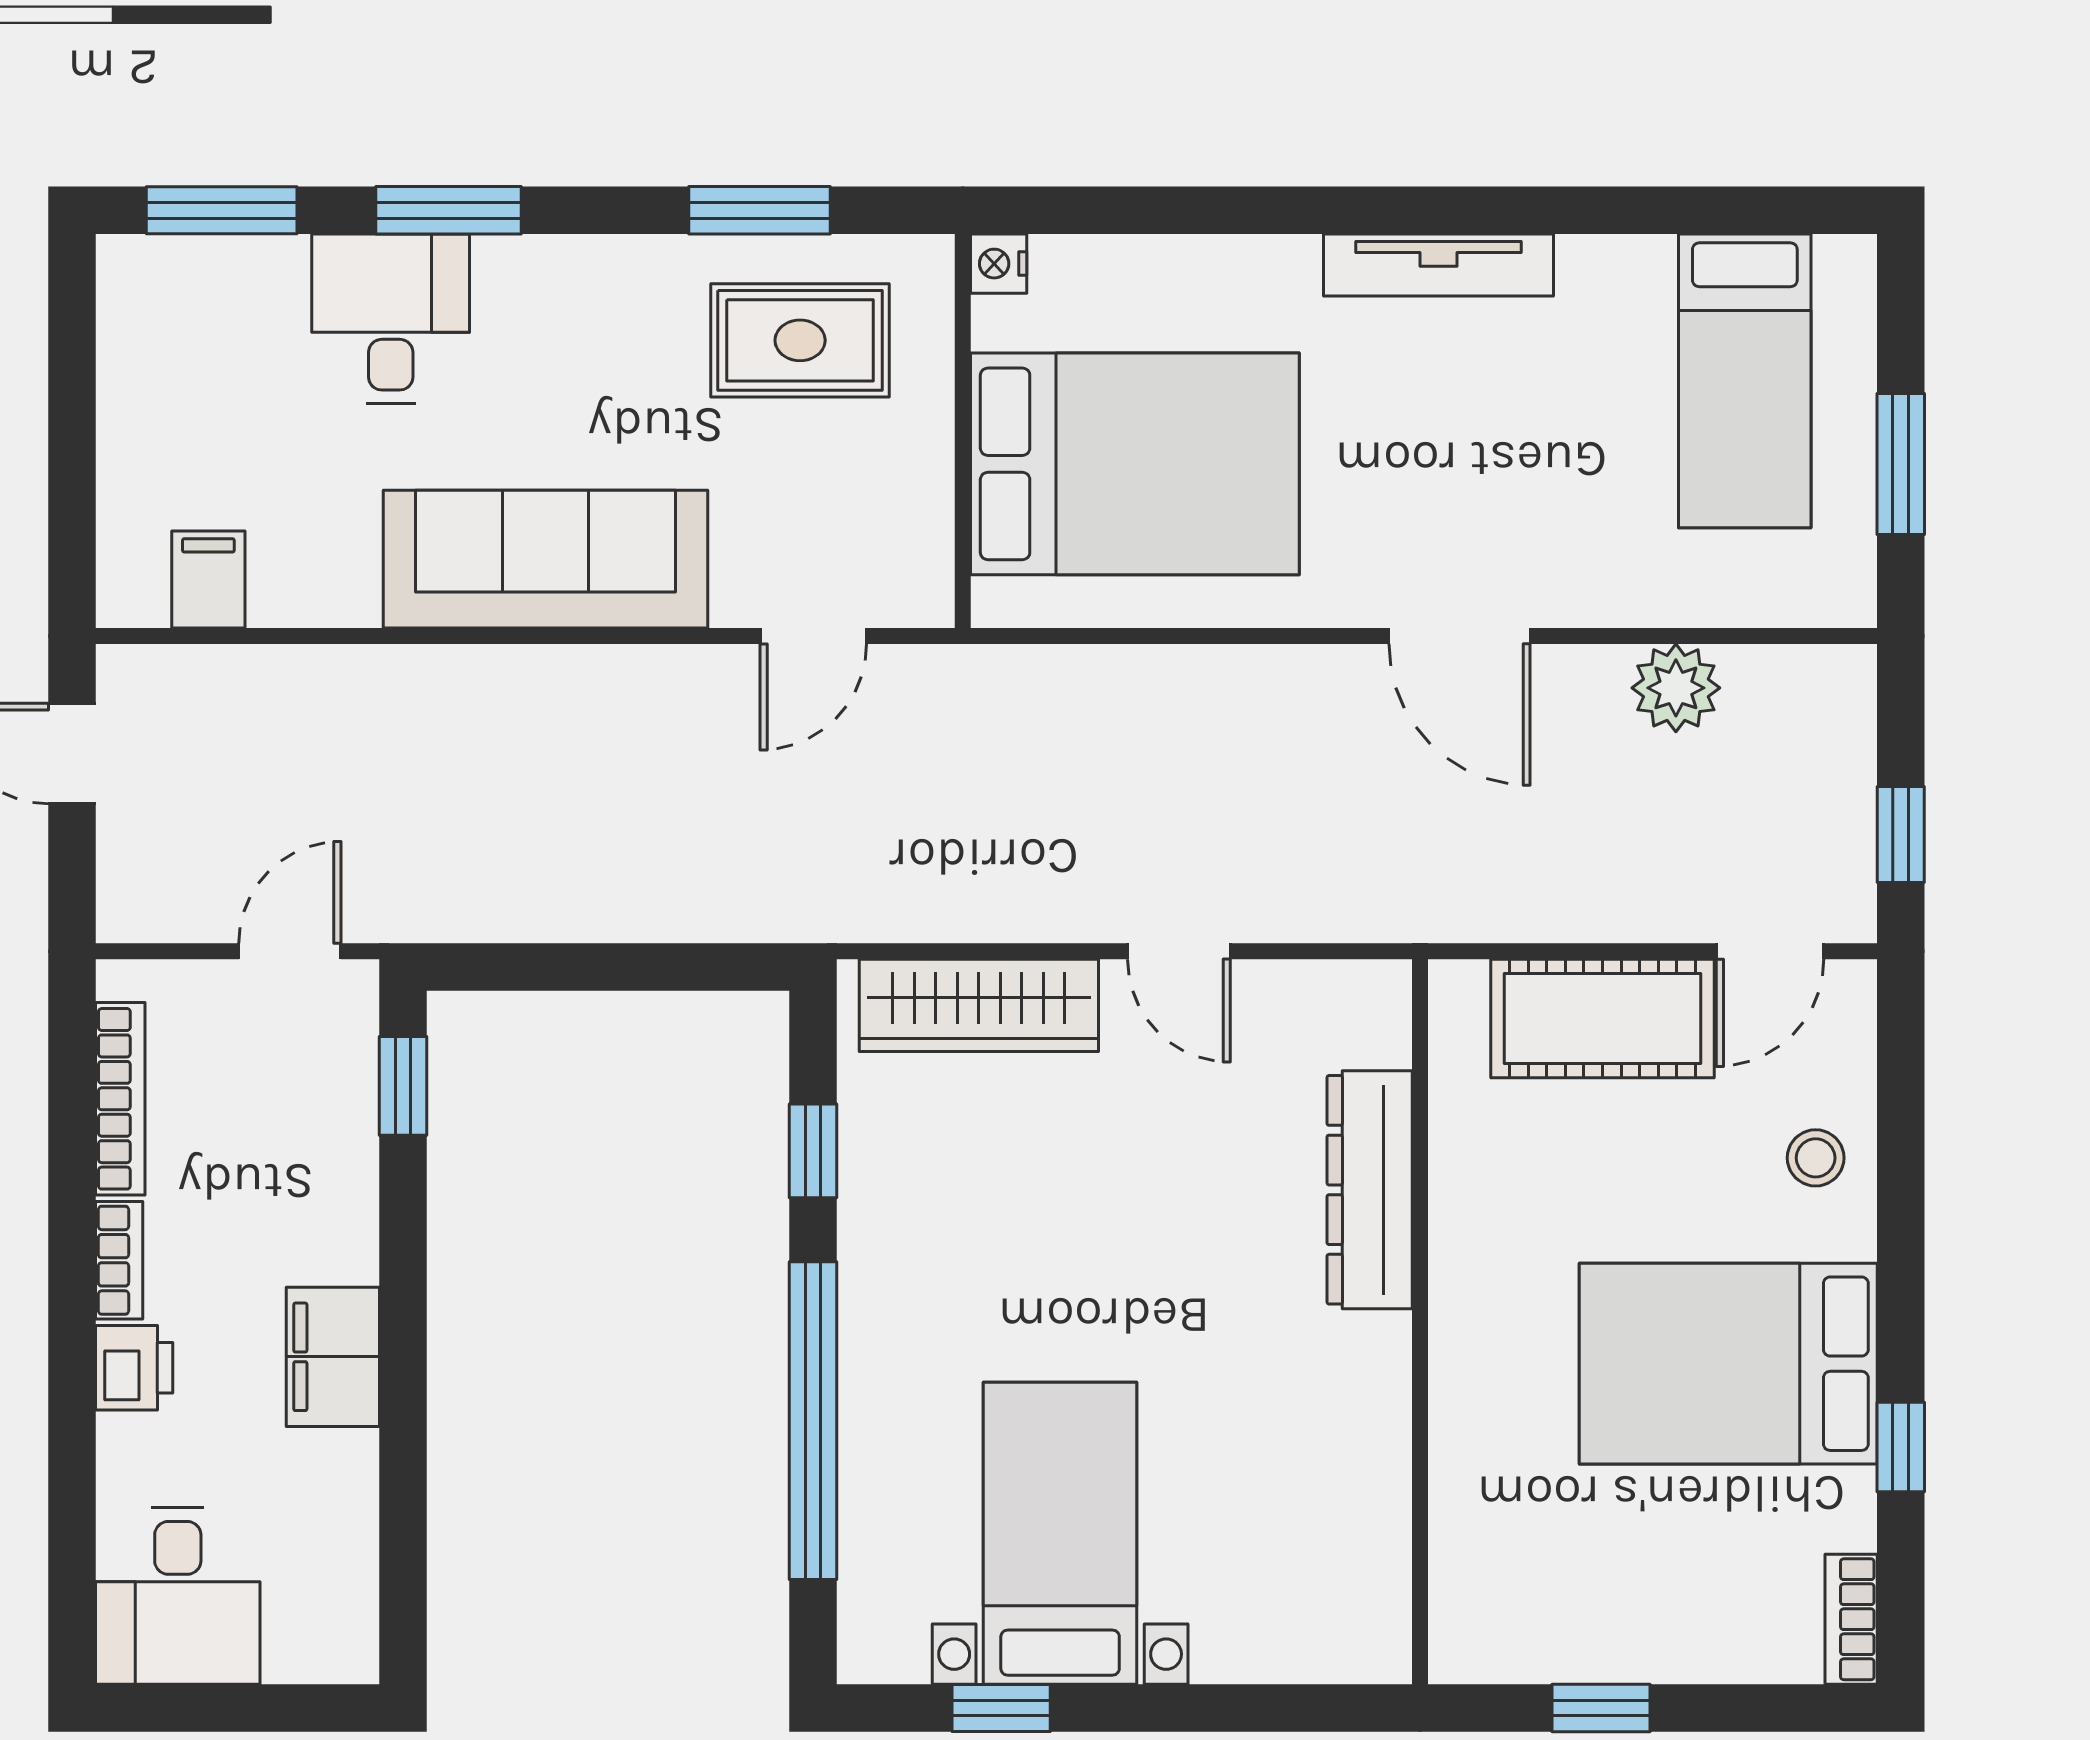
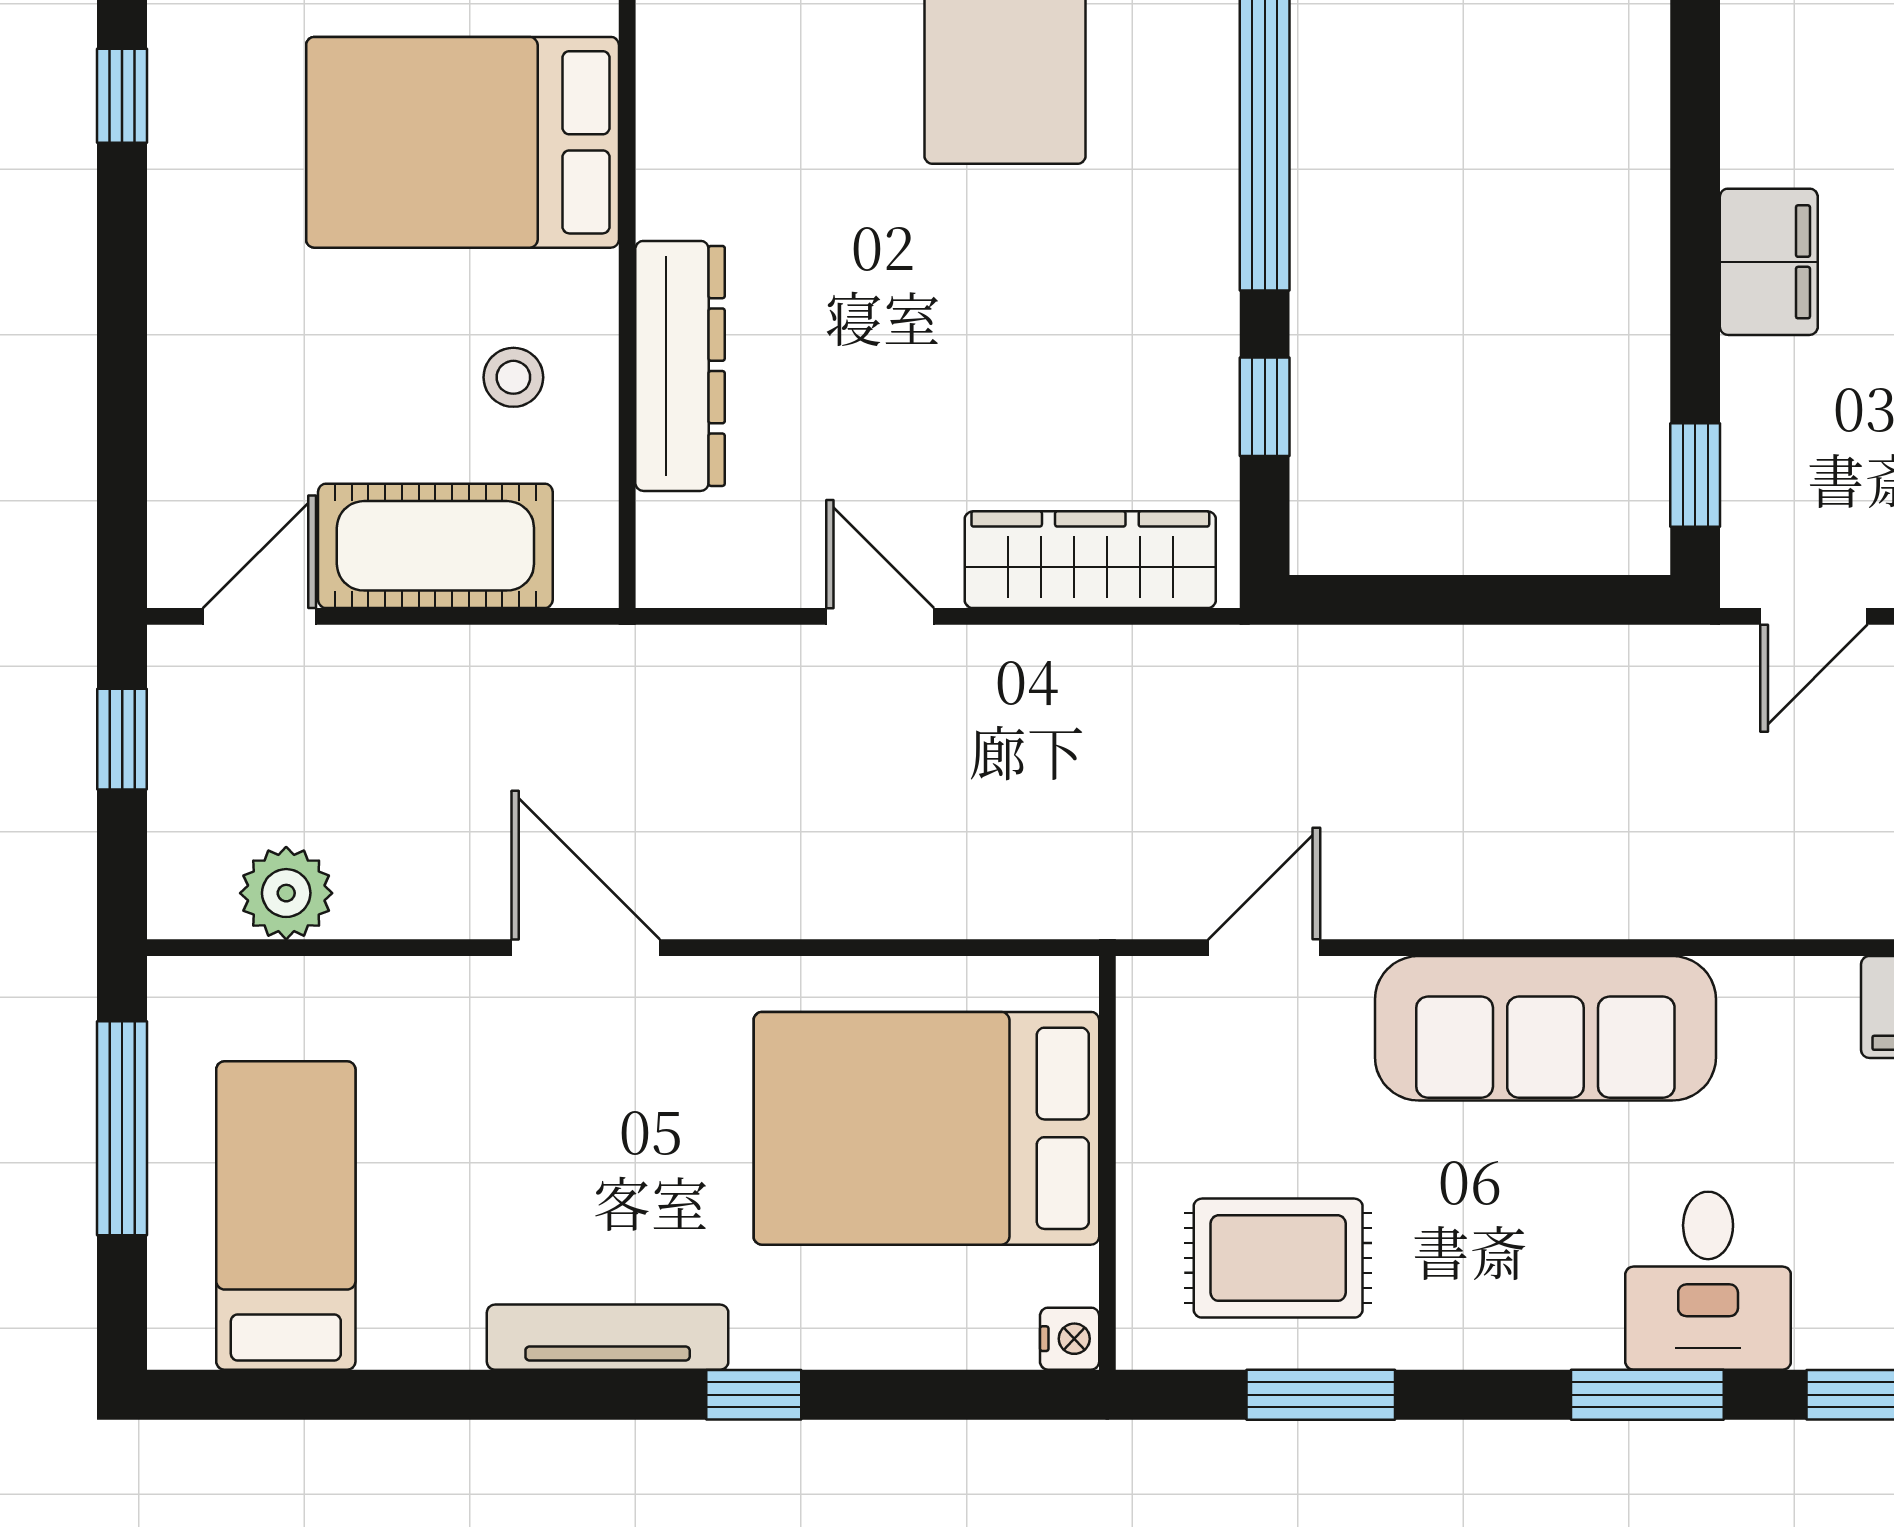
window: (1299, 210) -> (754, 1395), added
window: (1901, 464) -> (122, 1128), width x1.44
plant: (1676, 688) -> (286, 893), moved
stool: (1816, 1158) -> (513, 377), moved
filing cabinet: (333, 1357) -> (1769, 262), moved
bed: (1728, 1364) -> (463, 142), moved, turned 180

